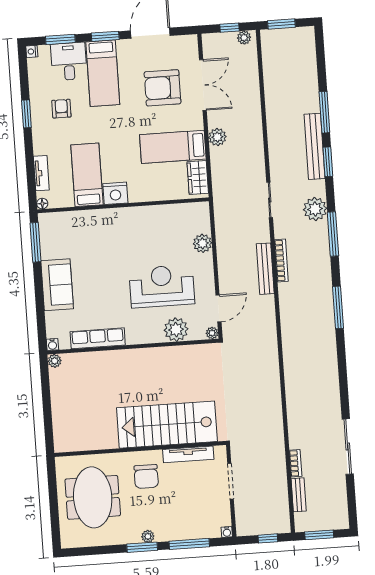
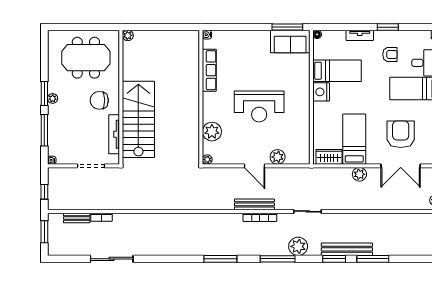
tv unit: (41, 173) -> (360, 35), moved
sofa: (57, 285) -> (290, 42), moved
reception desk: (162, 286) -> (259, 107), moved, turned 90
door: (218, 308) -> (255, 166), moved
plant: (55, 361) -> (128, 35), moved

